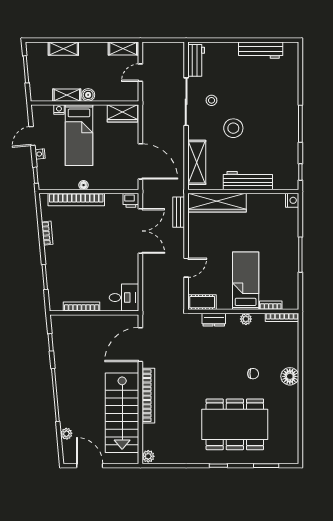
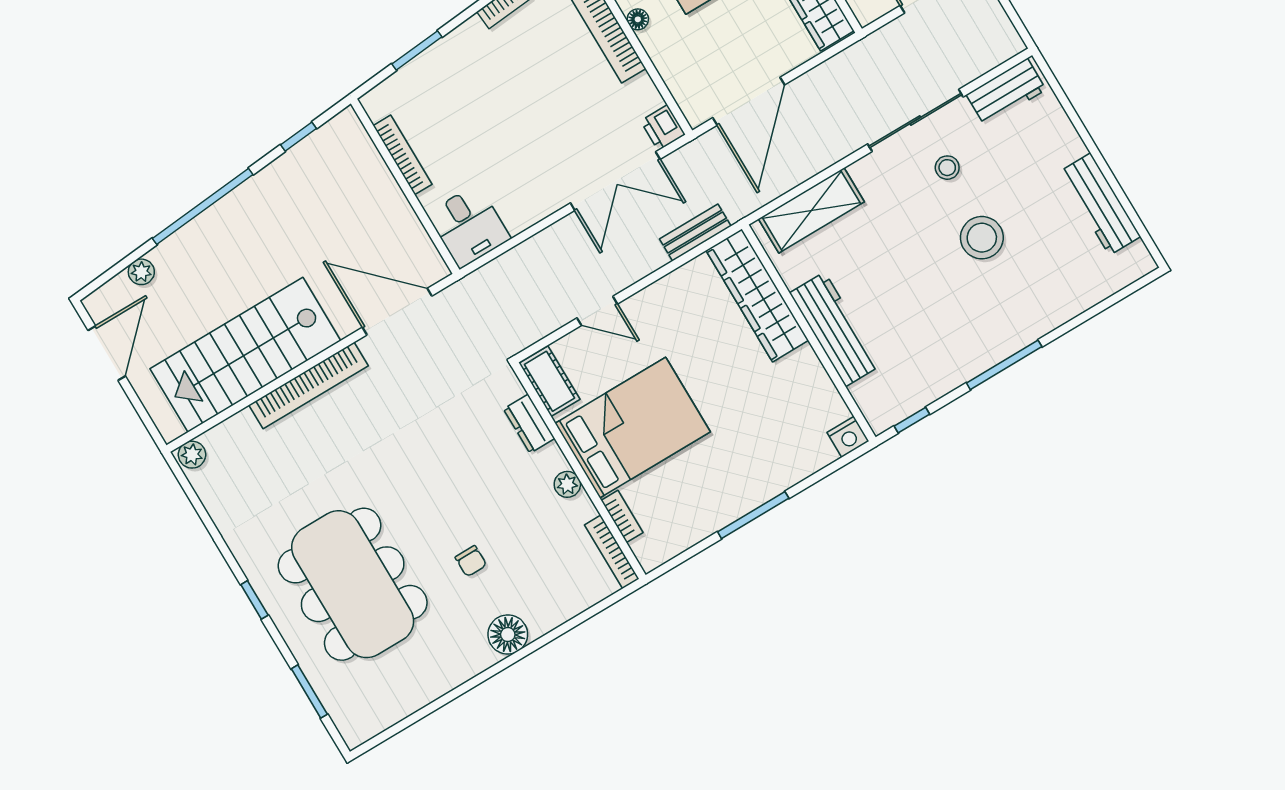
stool: (233, 128) -> (982, 238), moved
bed: (246, 281) -> (633, 428), width x1.50

